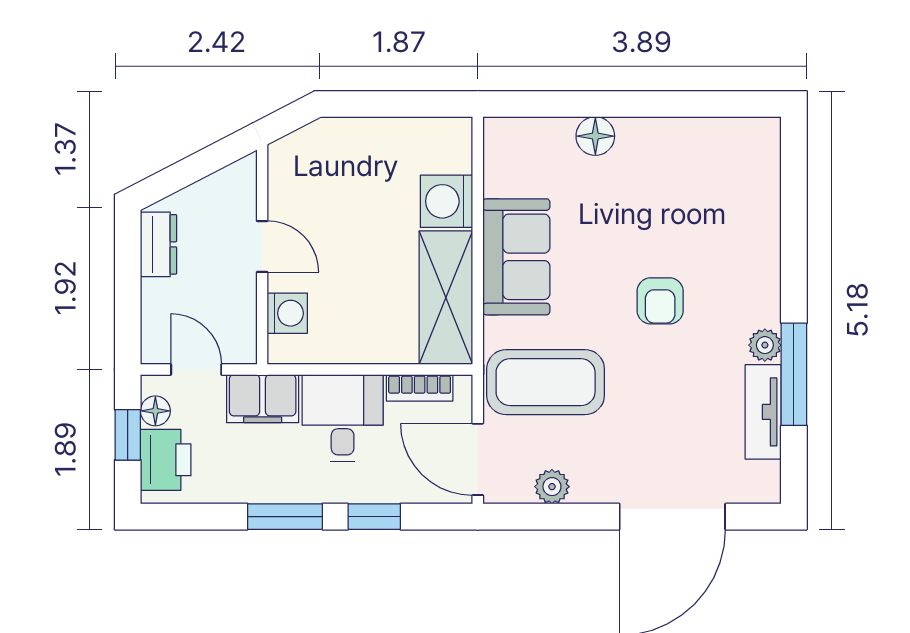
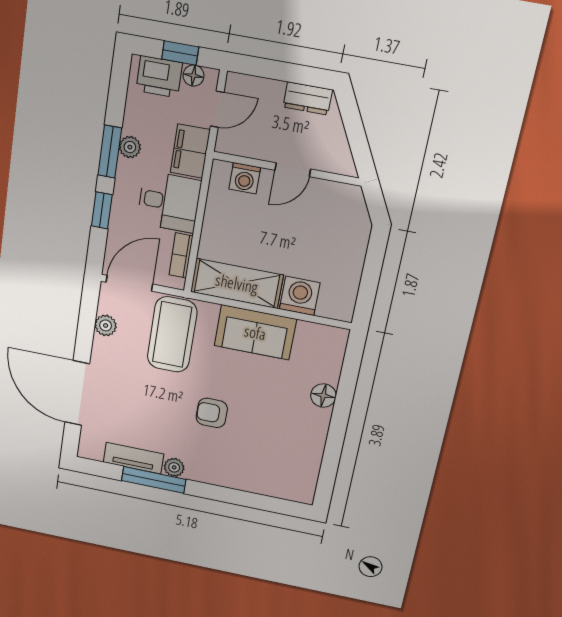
plant: (273, 488) -> (130, 147), added

